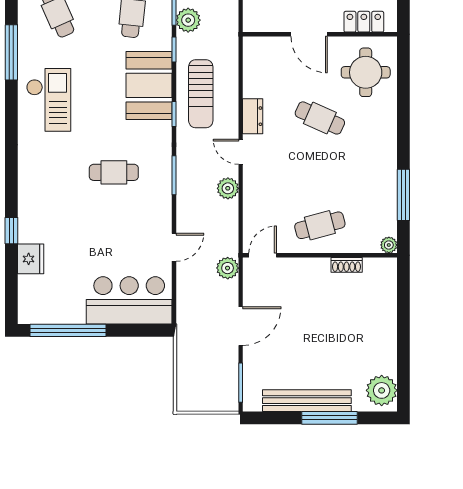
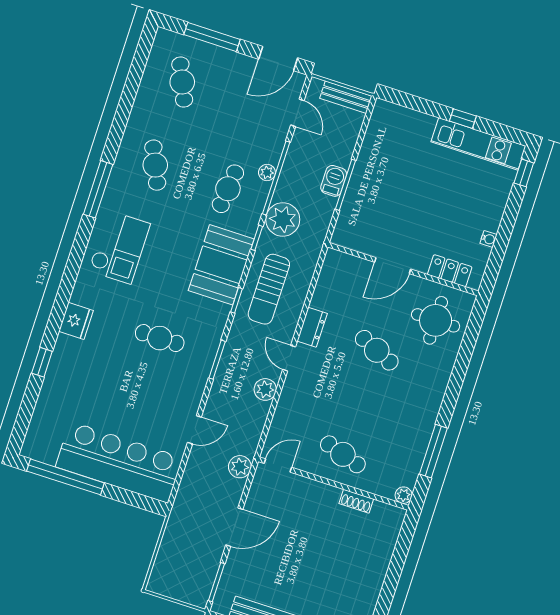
plant: (188, 20) -> (283, 219), width x1.36, depth x1.36
door: (309, 34) -> (393, 266), hinge flipped
cafe table: (320, 225) -> (343, 454), turned 33
fridge: (31, 259) -> (76, 321), moved
bar counter: (129, 300) -> (119, 462), width x1.36

